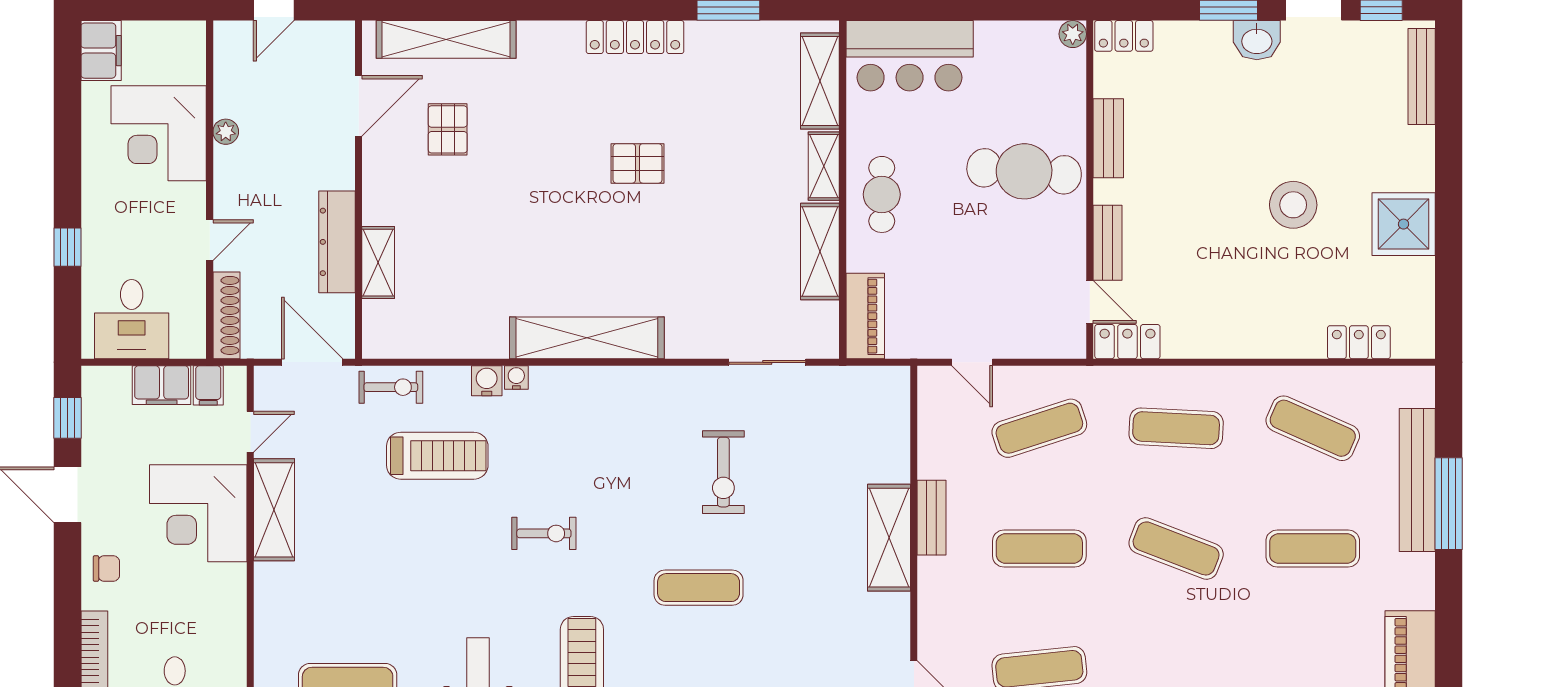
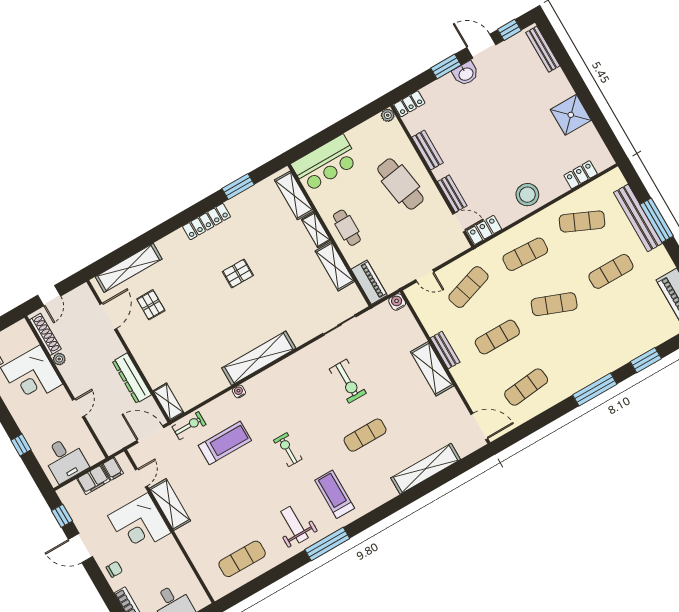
cafe table: (1024, 171) -> (400, 184), turned 76
stool: (1293, 205) -> (527, 195), moved
shelving: (378, 263) -> (168, 402), moved
shoe rack: (226, 315) -> (45, 334), moved
water cooler: (487, 381) -> (397, 302), moved
exercise bike: (544, 533) -> (288, 450), turned -90

